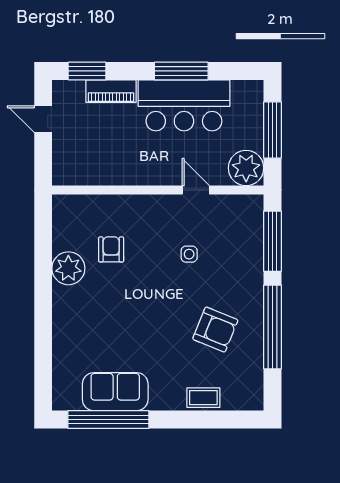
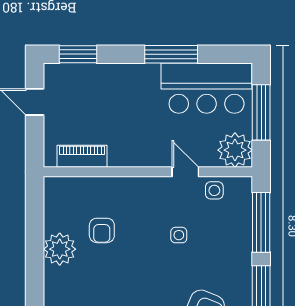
piano: (111, 91) -> (82, 156), moved, turned 180
bar counter: (184, 105) -> (207, 88), moved
side table: (225, 209) -> (214, 190), added
armchair: (111, 249) -> (102, 230), turned 180

